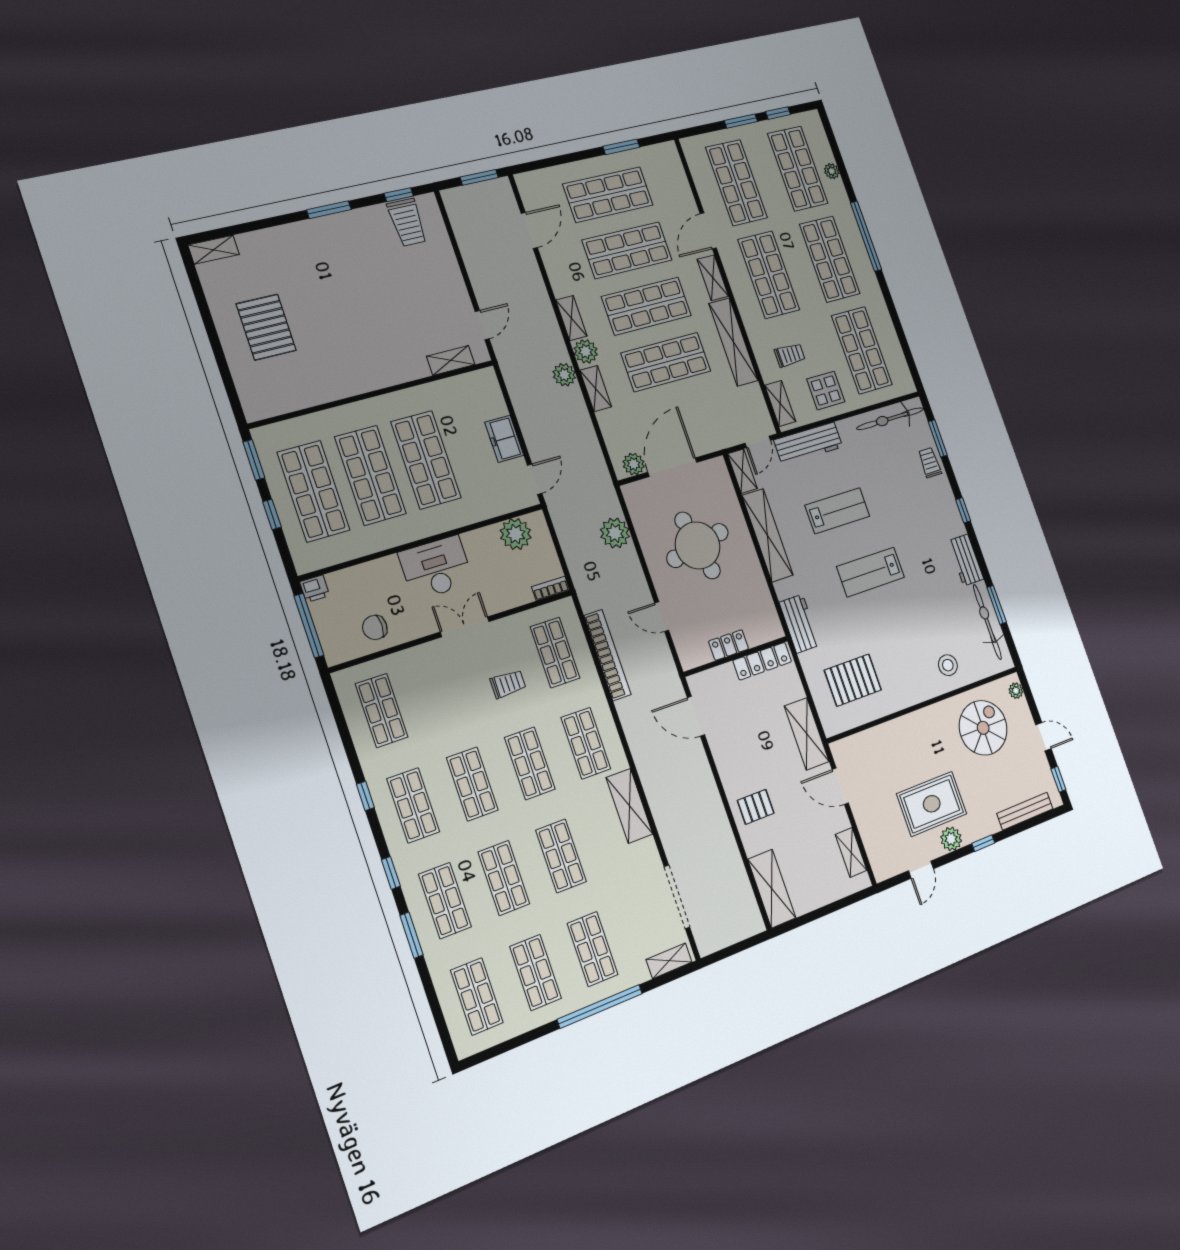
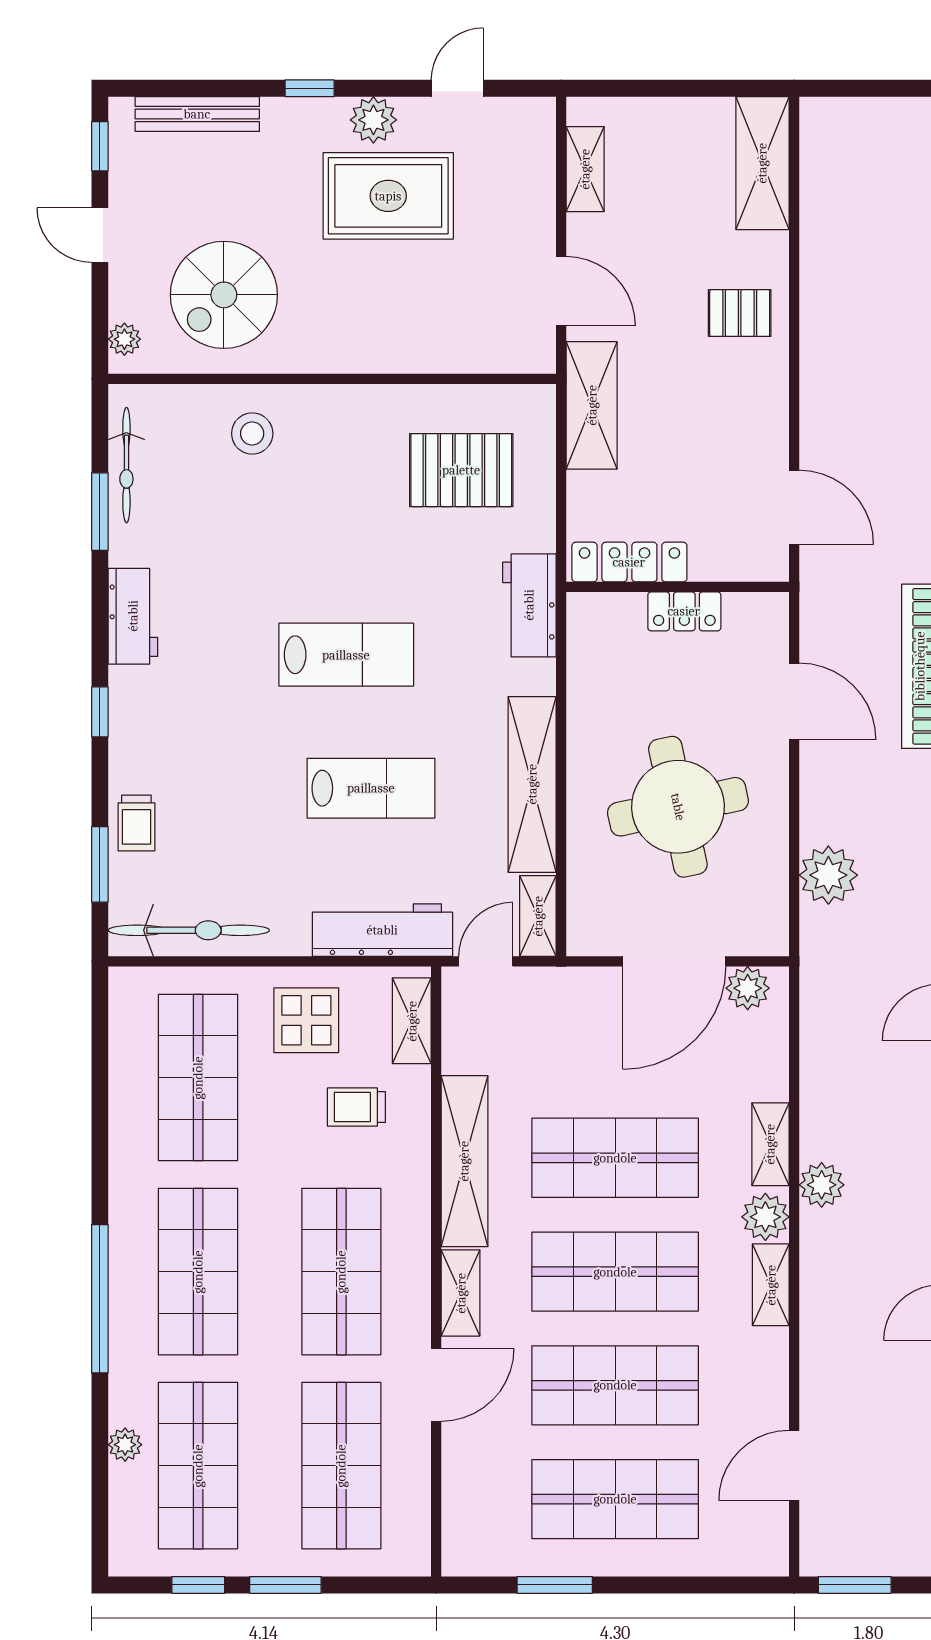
lab bench: (837, 511) -> (371, 788), turned 180
door: (662, 617) -> (794, 701), width x1.38
bicycle: (987, 622) -> (126, 465), width x0.73, depth x0.71

